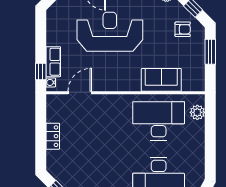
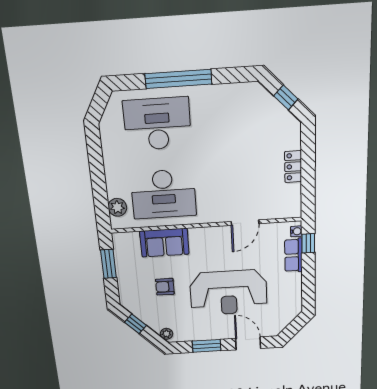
armchair: (183, 29) -> (165, 287), moved
window: (210, 52) -> (109, 264), moved
door: (80, 93) -> (245, 223), moved

